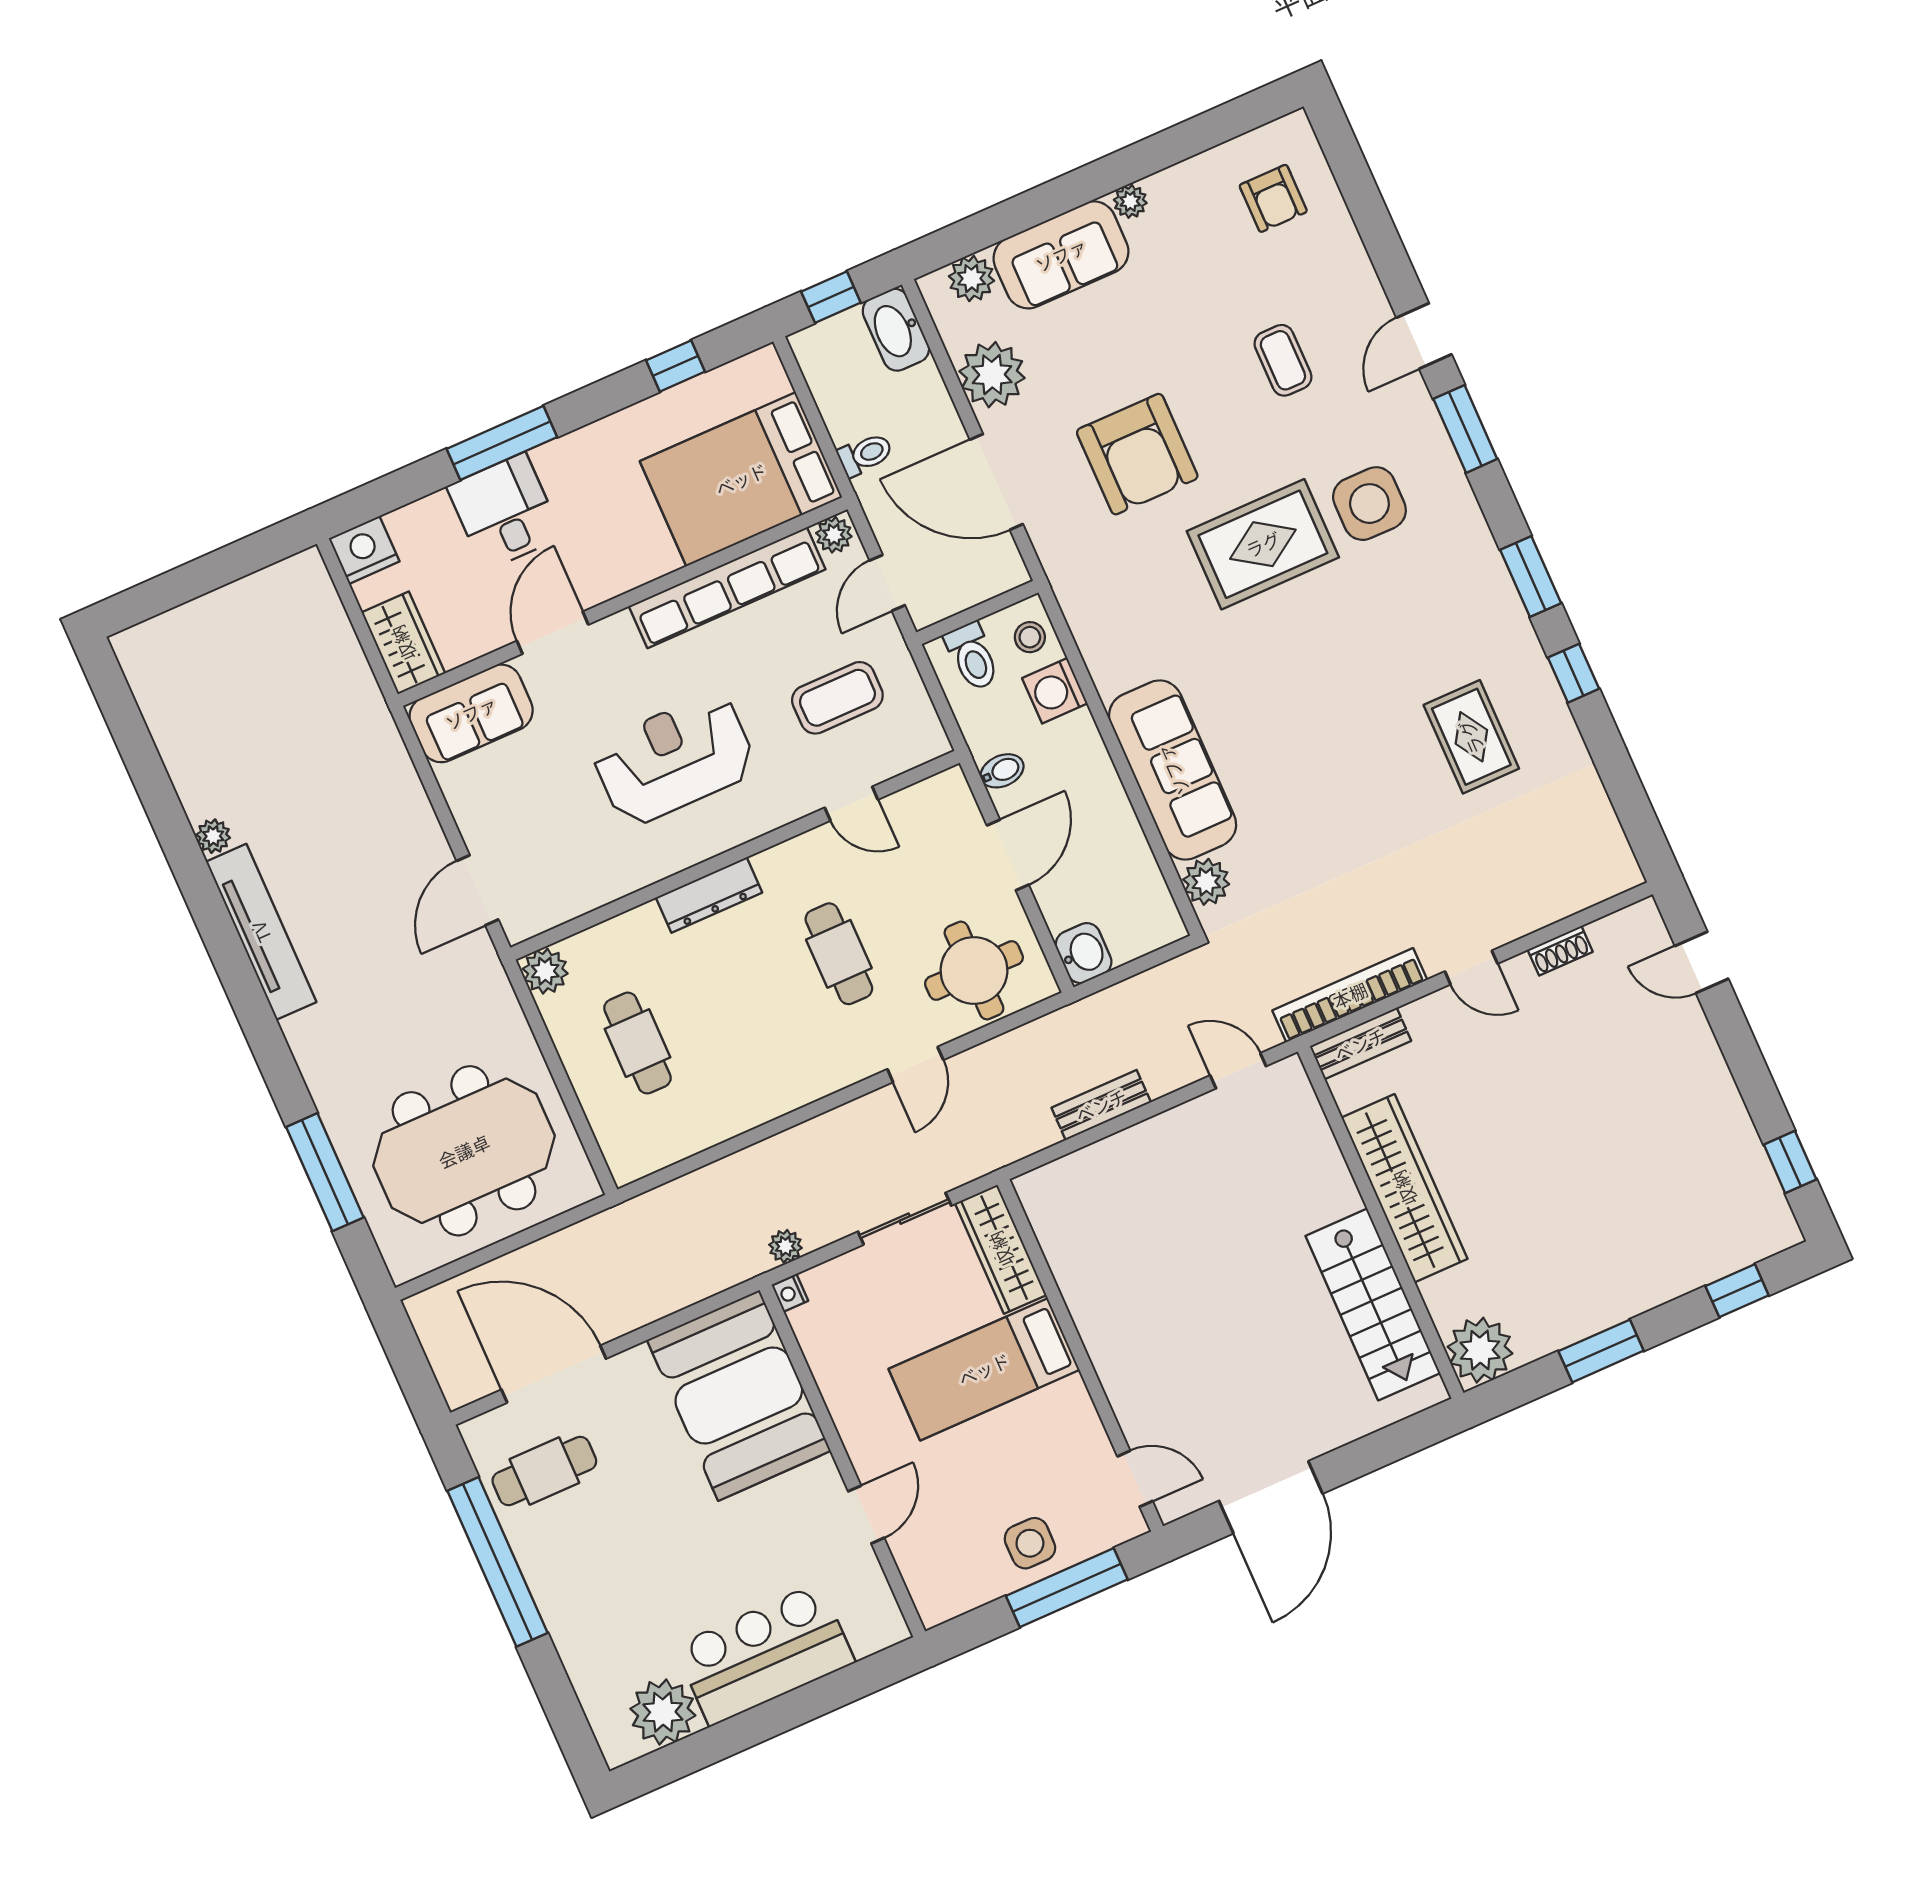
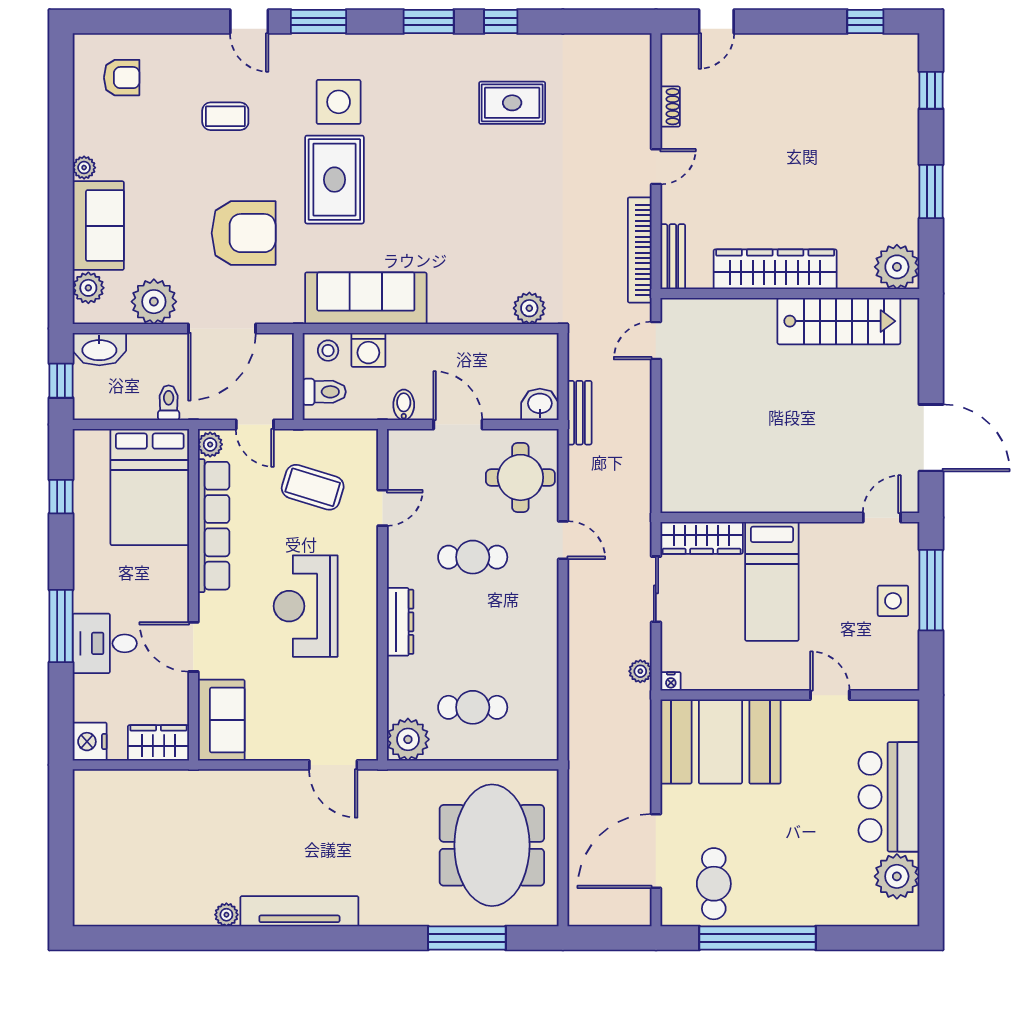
coffee table: (837, 698) -> (313, 487), turned -73
sofa: (1173, 770) -> (366, 298), moved
plant: (545, 971) -> (408, 739), width x1.36, depth x1.36
bench: (1101, 1105) -> (579, 413), moved

